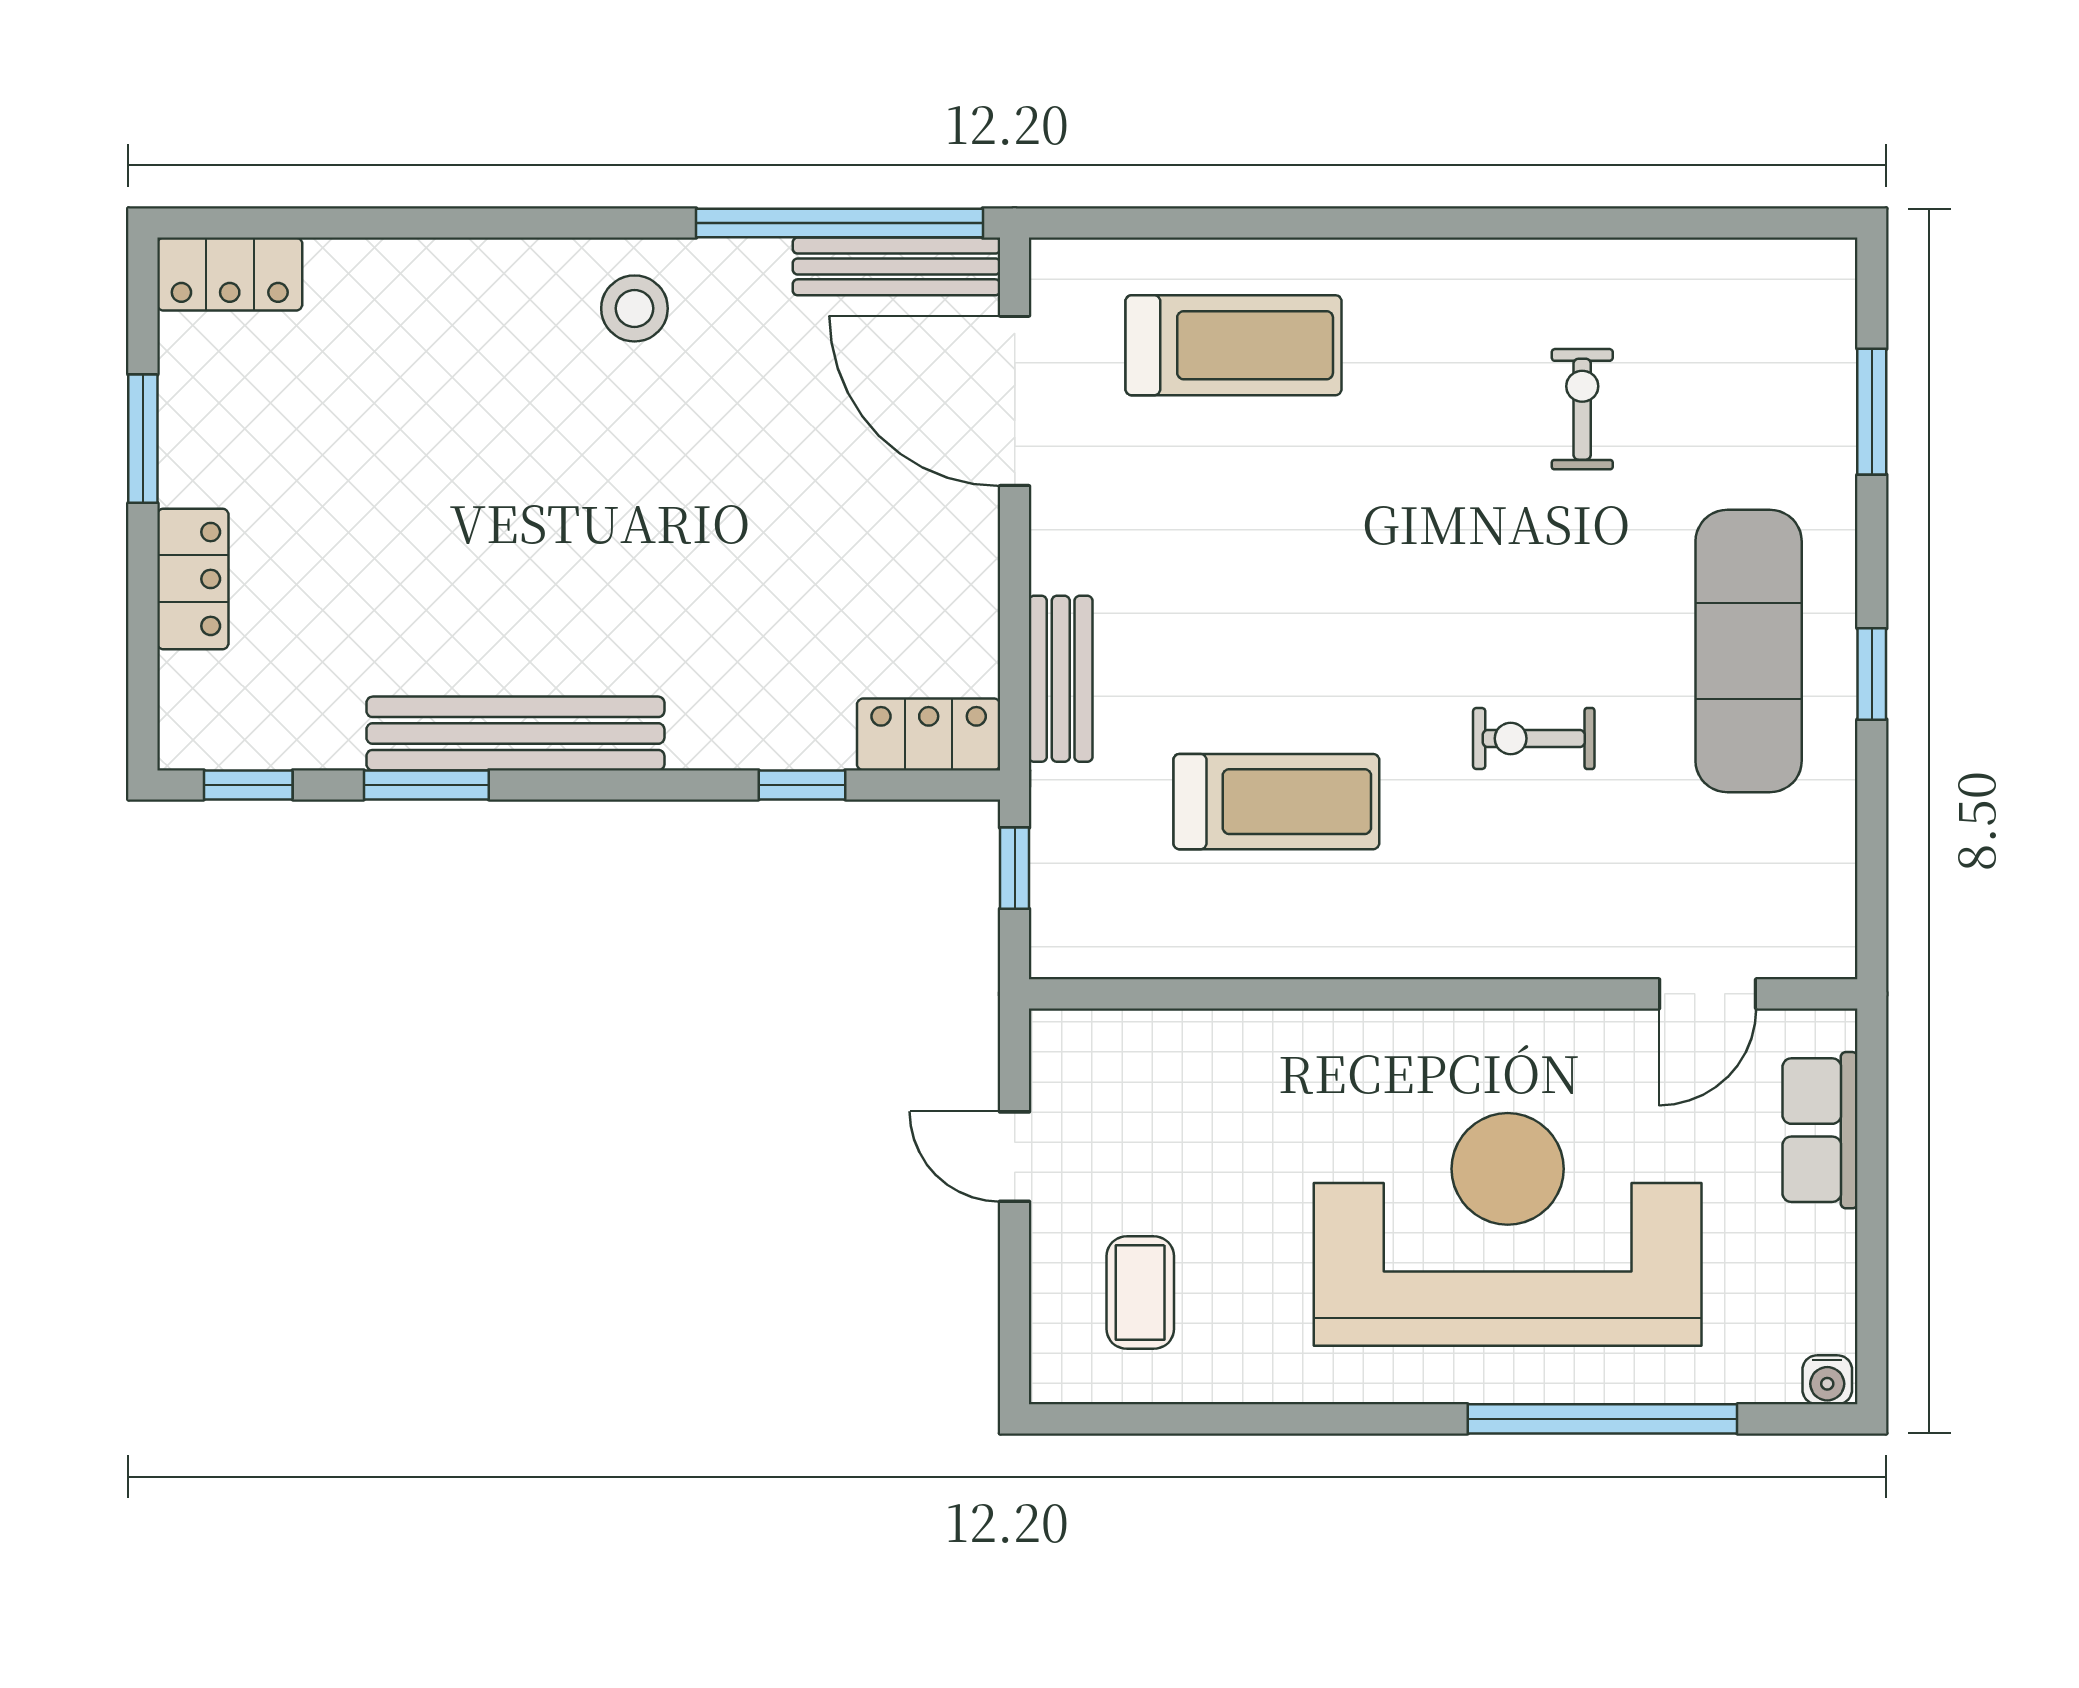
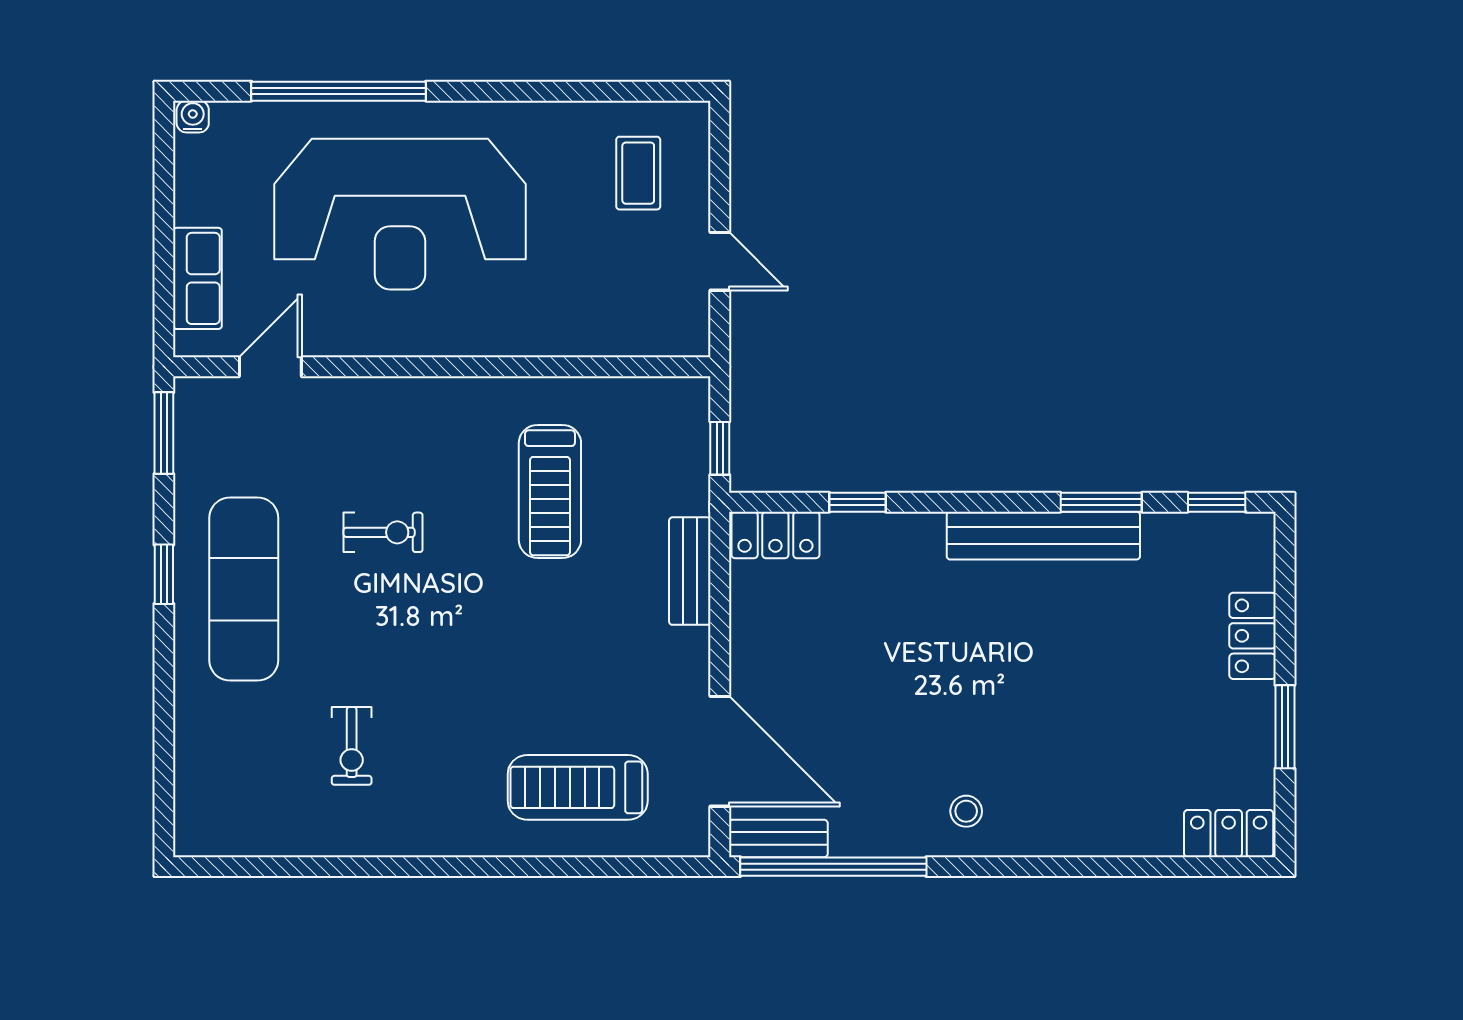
bench: (897, 266) -> (778, 838), width x0.73
stool: (634, 308) -> (966, 811), width x0.73, depth x0.73
window: (1872, 412) -> (164, 433), moved
treadmill: (1276, 802) -> (550, 491), turned -90

